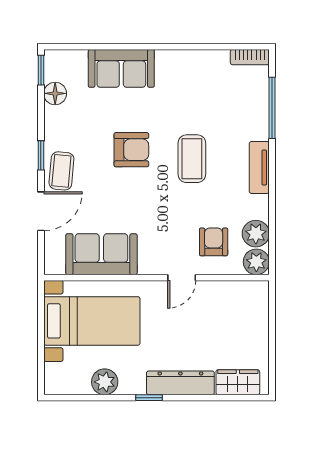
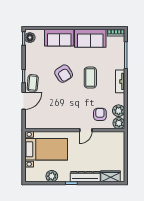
floor lamp: (55, 93) -> (30, 38), moved
armchair: (131, 150) -> (64, 74), turned 57
sofa: (101, 254) -> (90, 38), moved, turned 180

